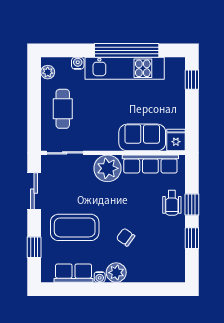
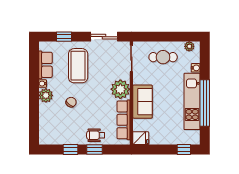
sofa: (142, 137) -> (143, 102), moved

